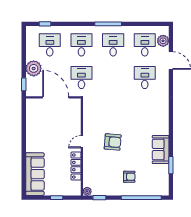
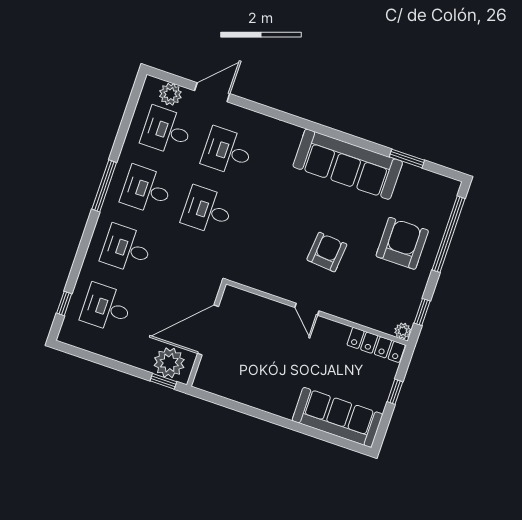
plant: (34, 68) -> (169, 363), moved
desk: (81, 77) -> (207, 210), moved
sofa: (161, 150) -> (348, 164), width x1.85, depth x1.27
locker: (76, 166) -> (376, 345), moved
armchair: (129, 177) -> (402, 243), width x1.88, depth x1.88

